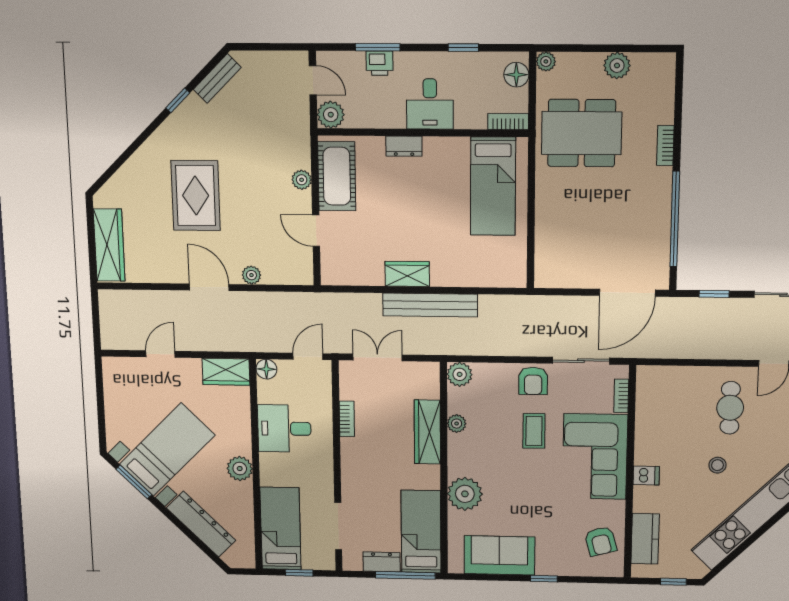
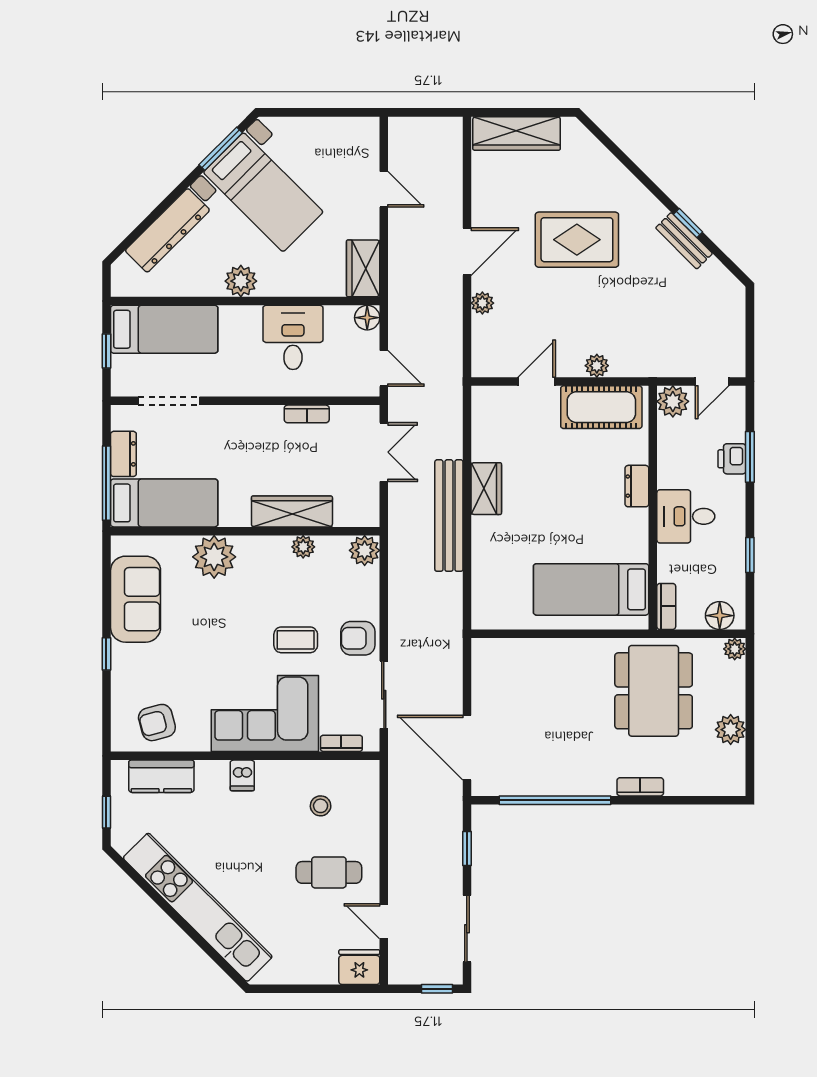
bench: (217, 78) -> (684, 241), moved
stool: (717, 465) -> (321, 806), moved

